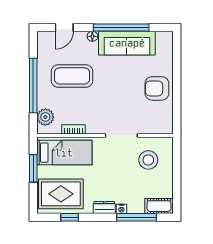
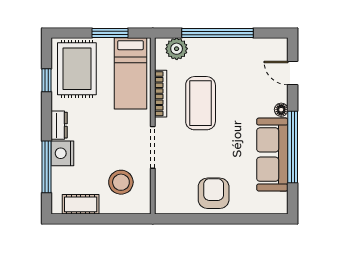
coffee table: (72, 76) -> (201, 103), moved
bookcase: (74, 129) -> (161, 94), width x1.56
cot: (159, 206) -> (81, 204), moved, turned 90
nightstand: (121, 209) -> (62, 153), width x1.89, depth x1.79

